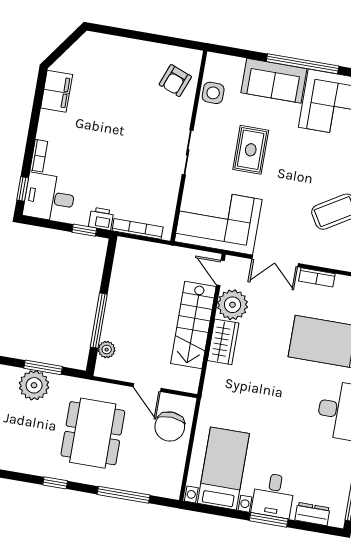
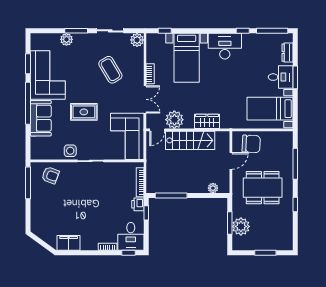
window: (169, 41) -> (28, 183), added
side table: (213, 93) -> (70, 151), moved
rug: (251, 150) -> (84, 112), moved
window: (99, 321) -> (171, 195), moved
wardrobe: (223, 342) -> (207, 121), moved

